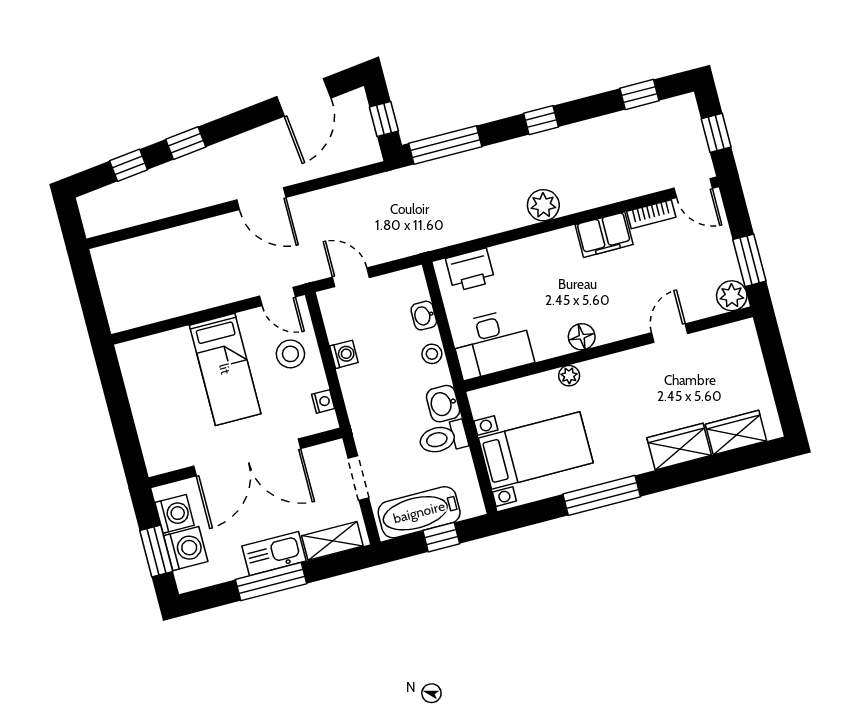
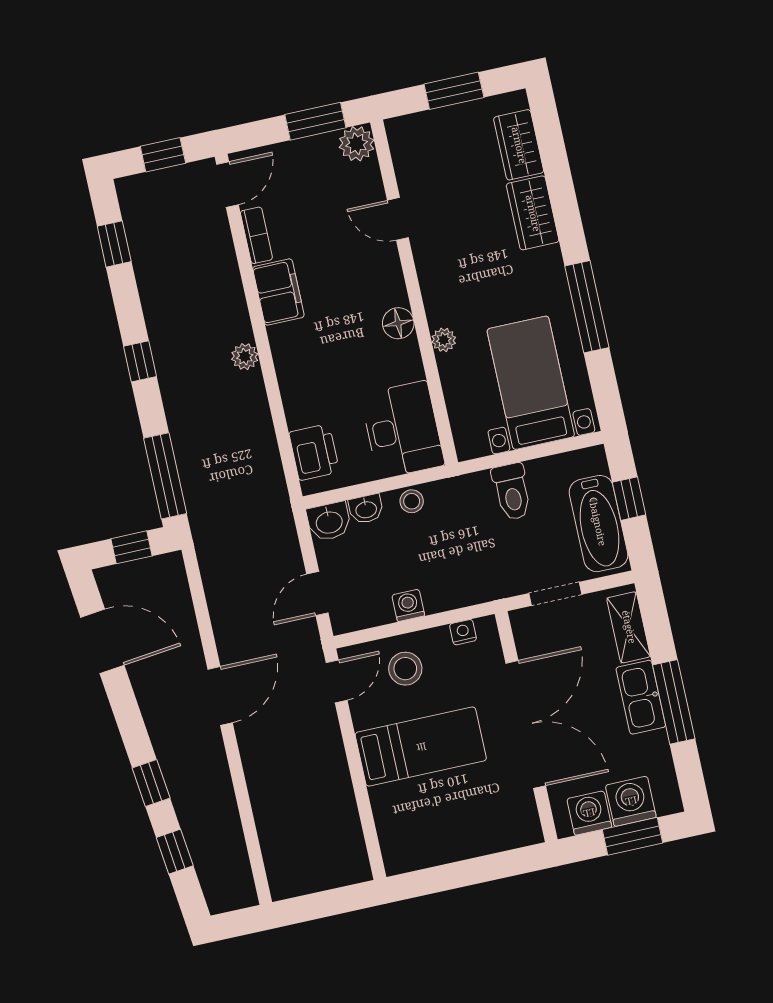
plant: (543, 205) -> (245, 357), width x0.73, depth x0.73
window: (780, 376) -> (454, 91), added
washbasin: (443, 404) -> (329, 522), moved

